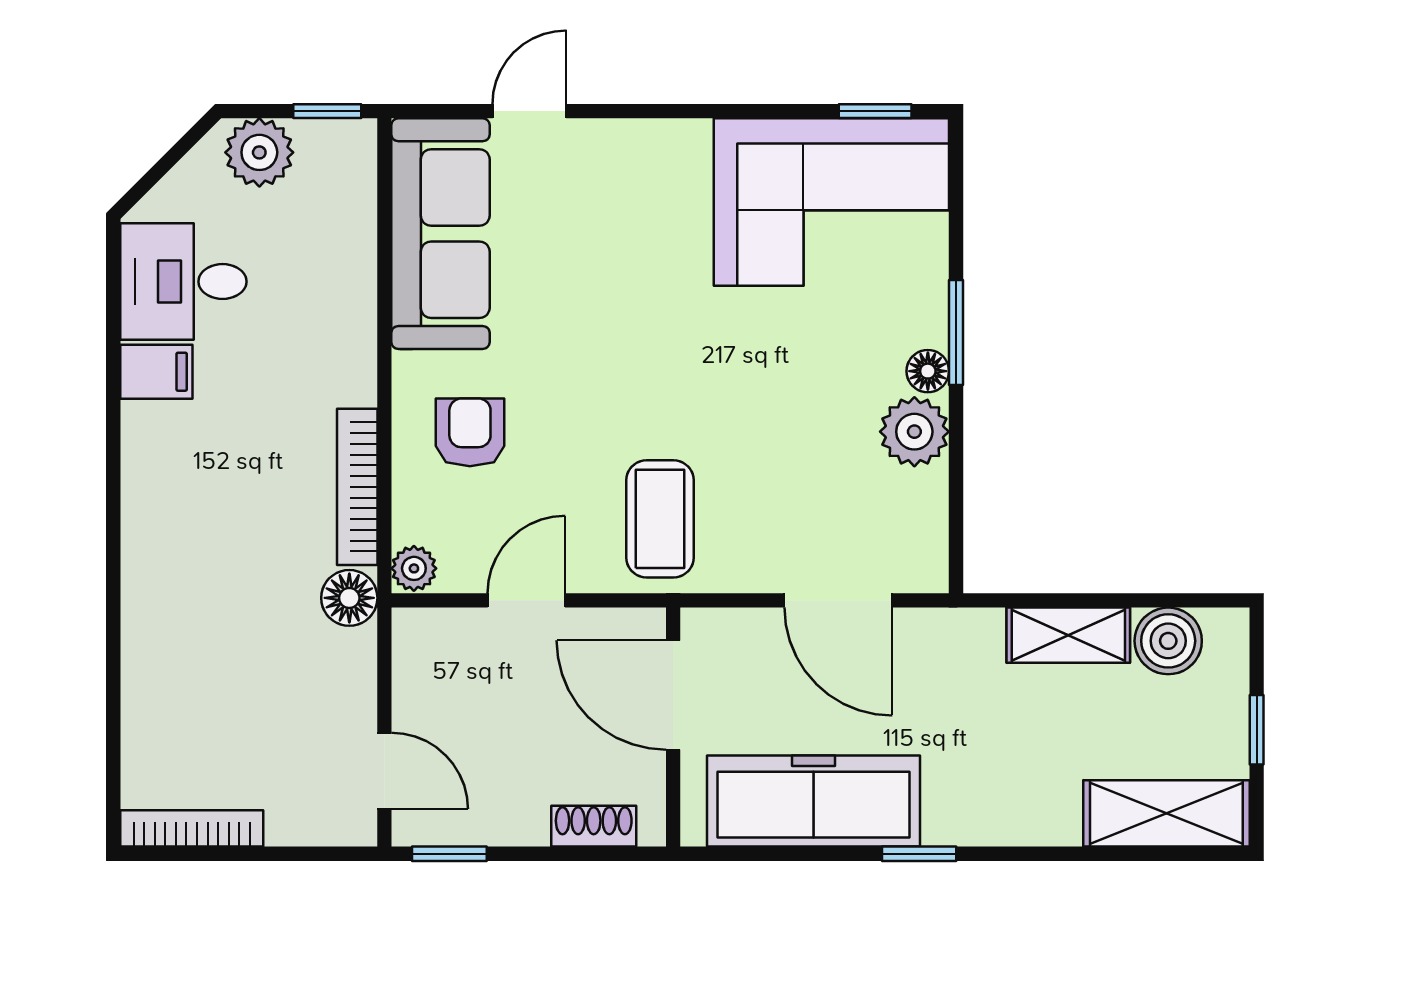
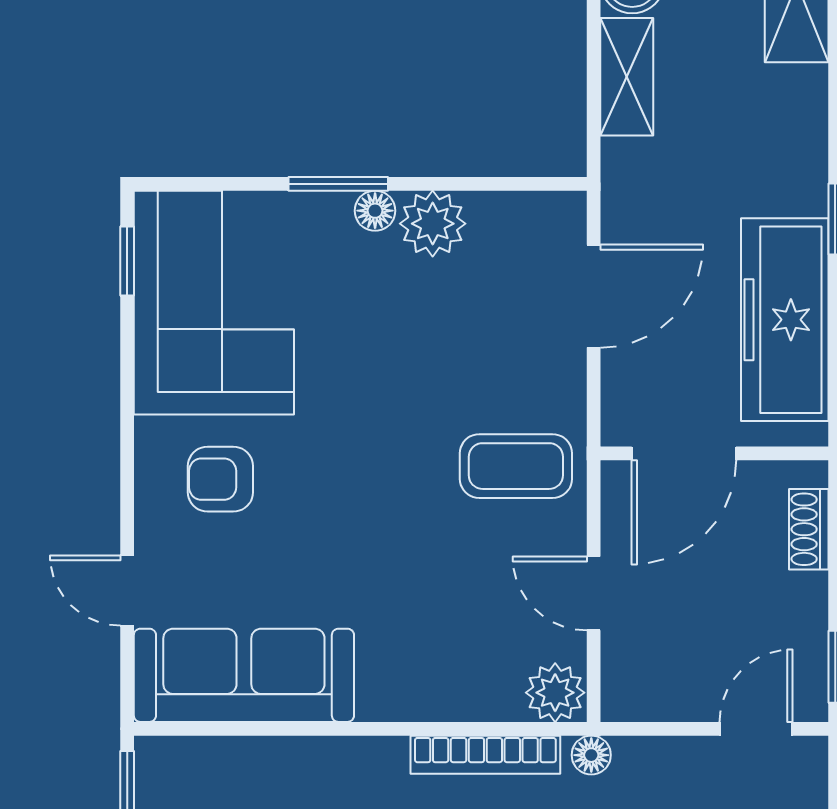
armchair: (470, 432) -> (220, 479), moved
plant: (414, 568) -> (555, 693), width x1.38, depth x1.38
floor lamp: (349, 598) -> (591, 755), width x0.73, depth x0.73

